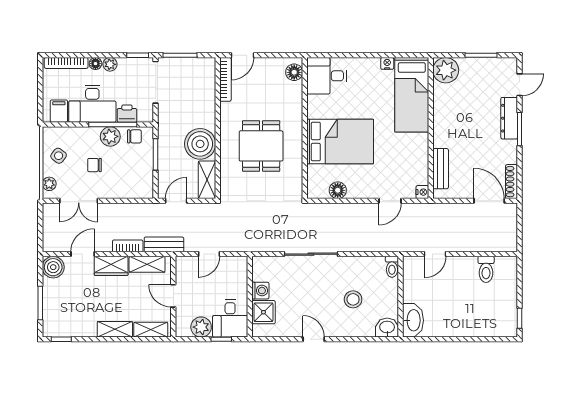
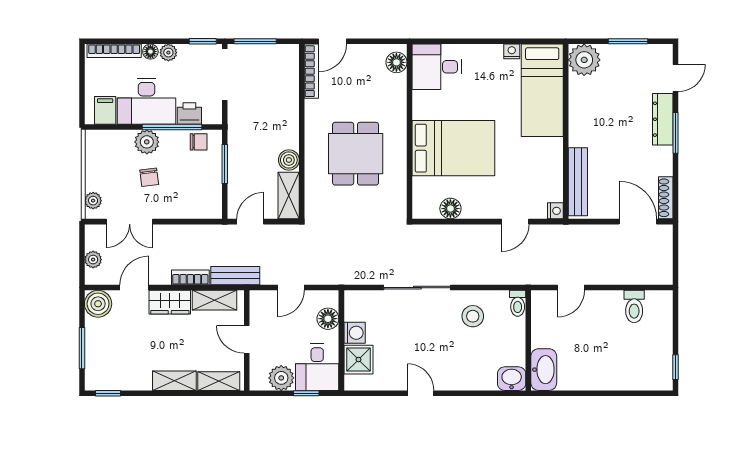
plant: (110, 136) -> (147, 142), moved
boiler: (200, 144) -> (289, 160), width x0.54, depth x0.54
side table: (59, 156) -> (105, 166), removed
chair: (94, 165) -> (149, 177), turned -97
bench: (441, 169) -> (578, 182), width x1.36
plant: (49, 231) -> (93, 260), added
floor lamp: (239, 279) -> (328, 319), added
stool: (353, 299) -> (473, 316), moved

